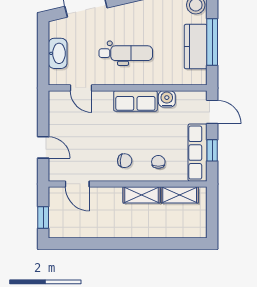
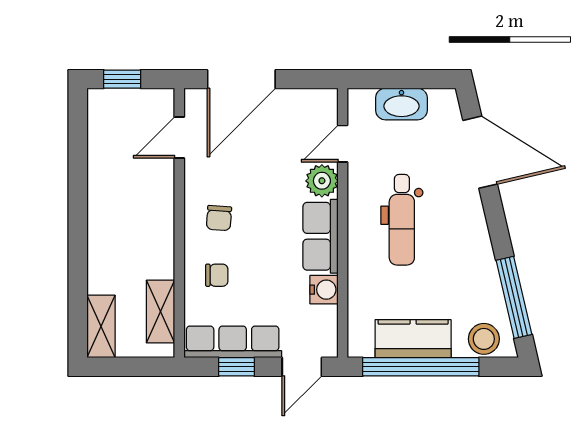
window: (212, 42) -> (421, 367), width x1.46
plant: (103, 100) -> (322, 181), added
door: (43, 147) -> (241, 79), width x1.87
shelving: (141, 195) -> (101, 326), moved

